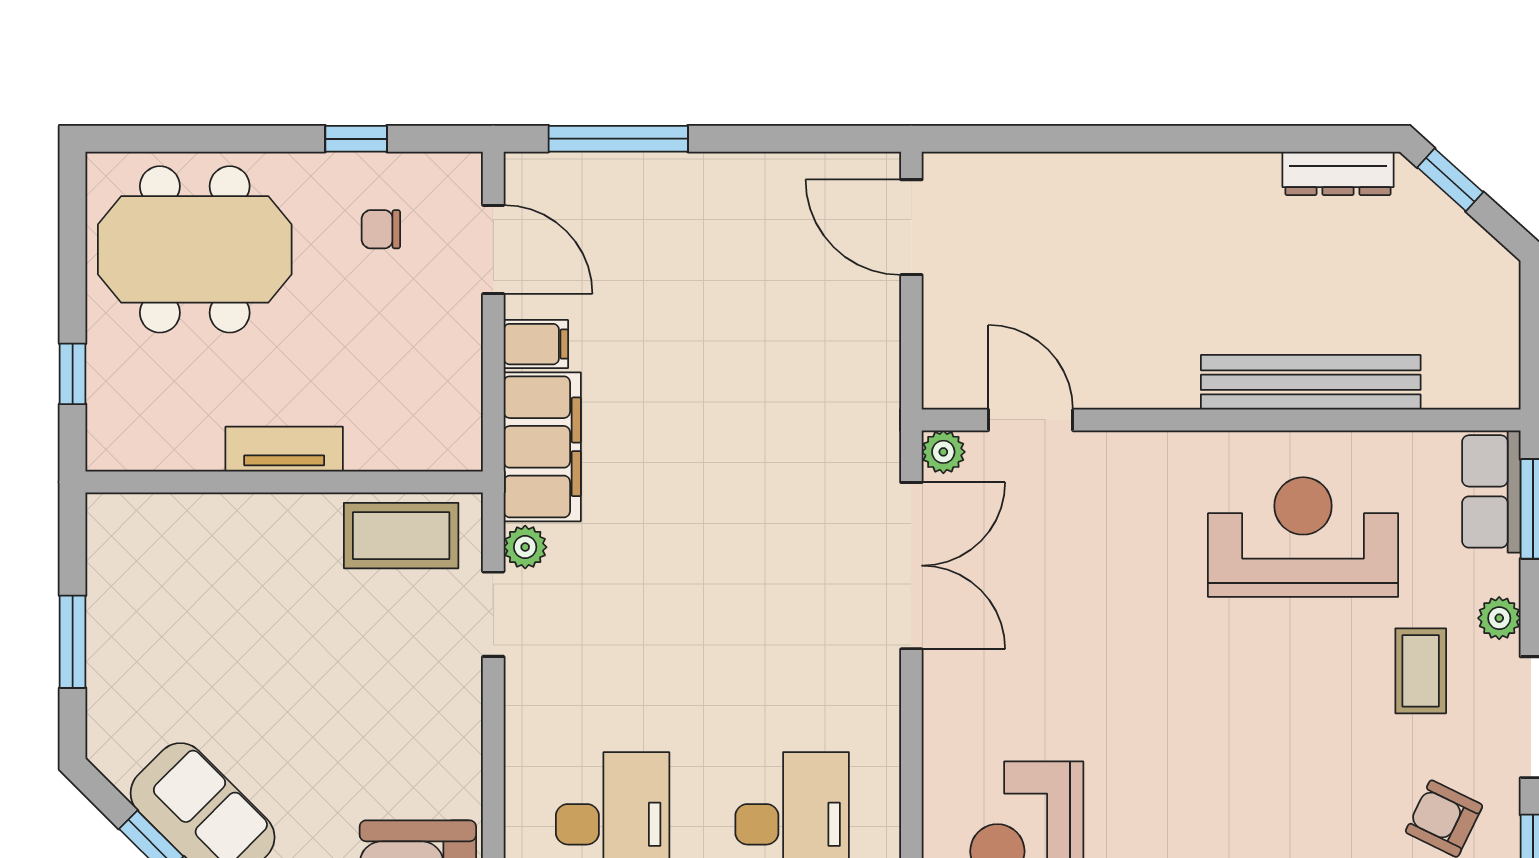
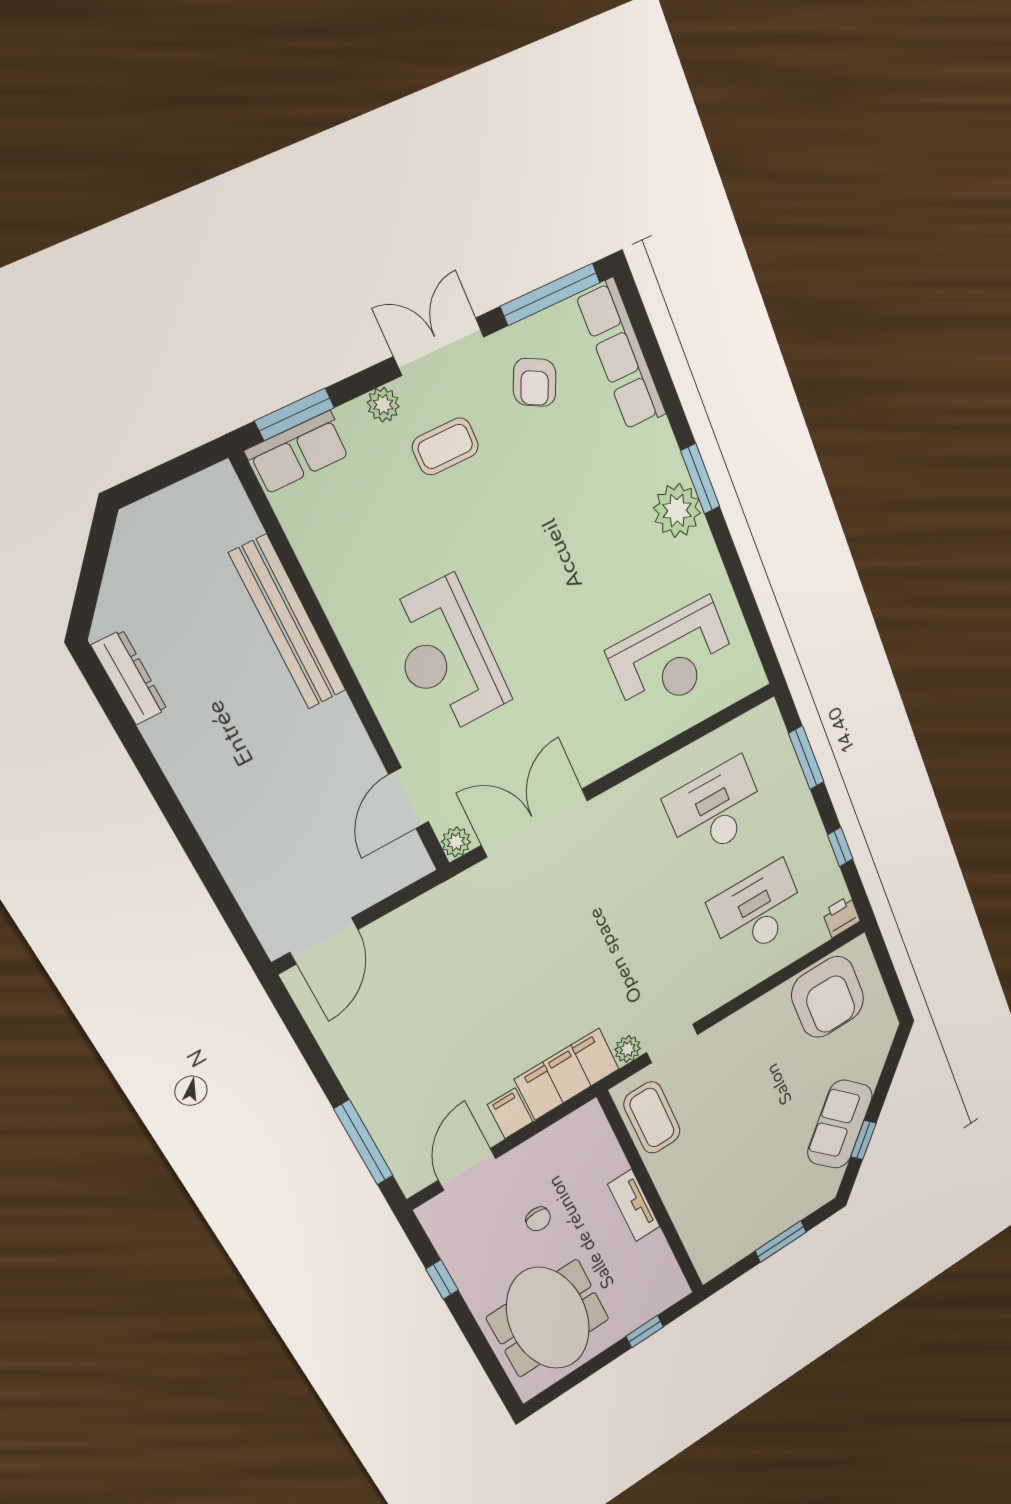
window: (1450, 180) -> (87, 592), removed
chair: (381, 229) -> (538, 1219), moved
reception desk: (1303, 537) -> (446, 656), moved

